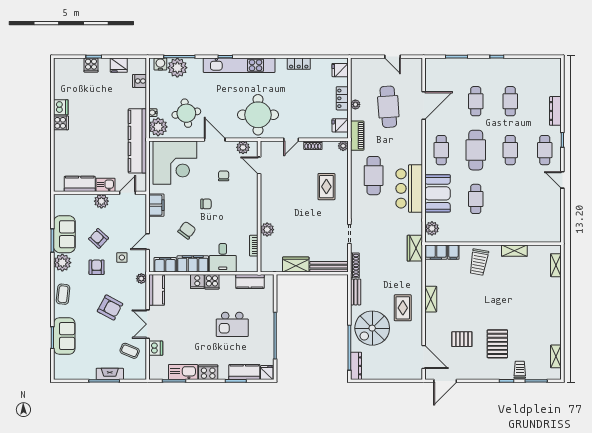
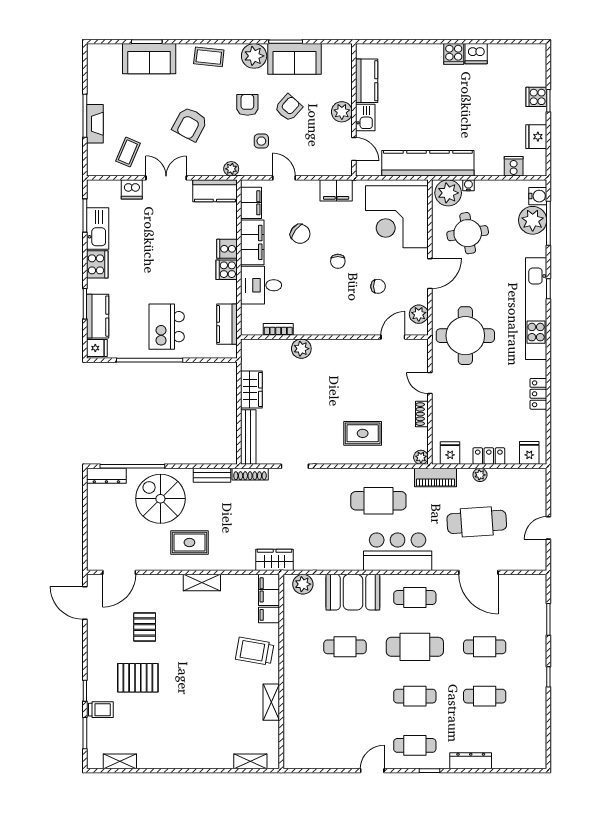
bar counter: (409, 188) -> (398, 552), moved
armchair: (97, 267) -> (247, 105), turned -90
kitchen island: (232, 324) -> (167, 327), moved

